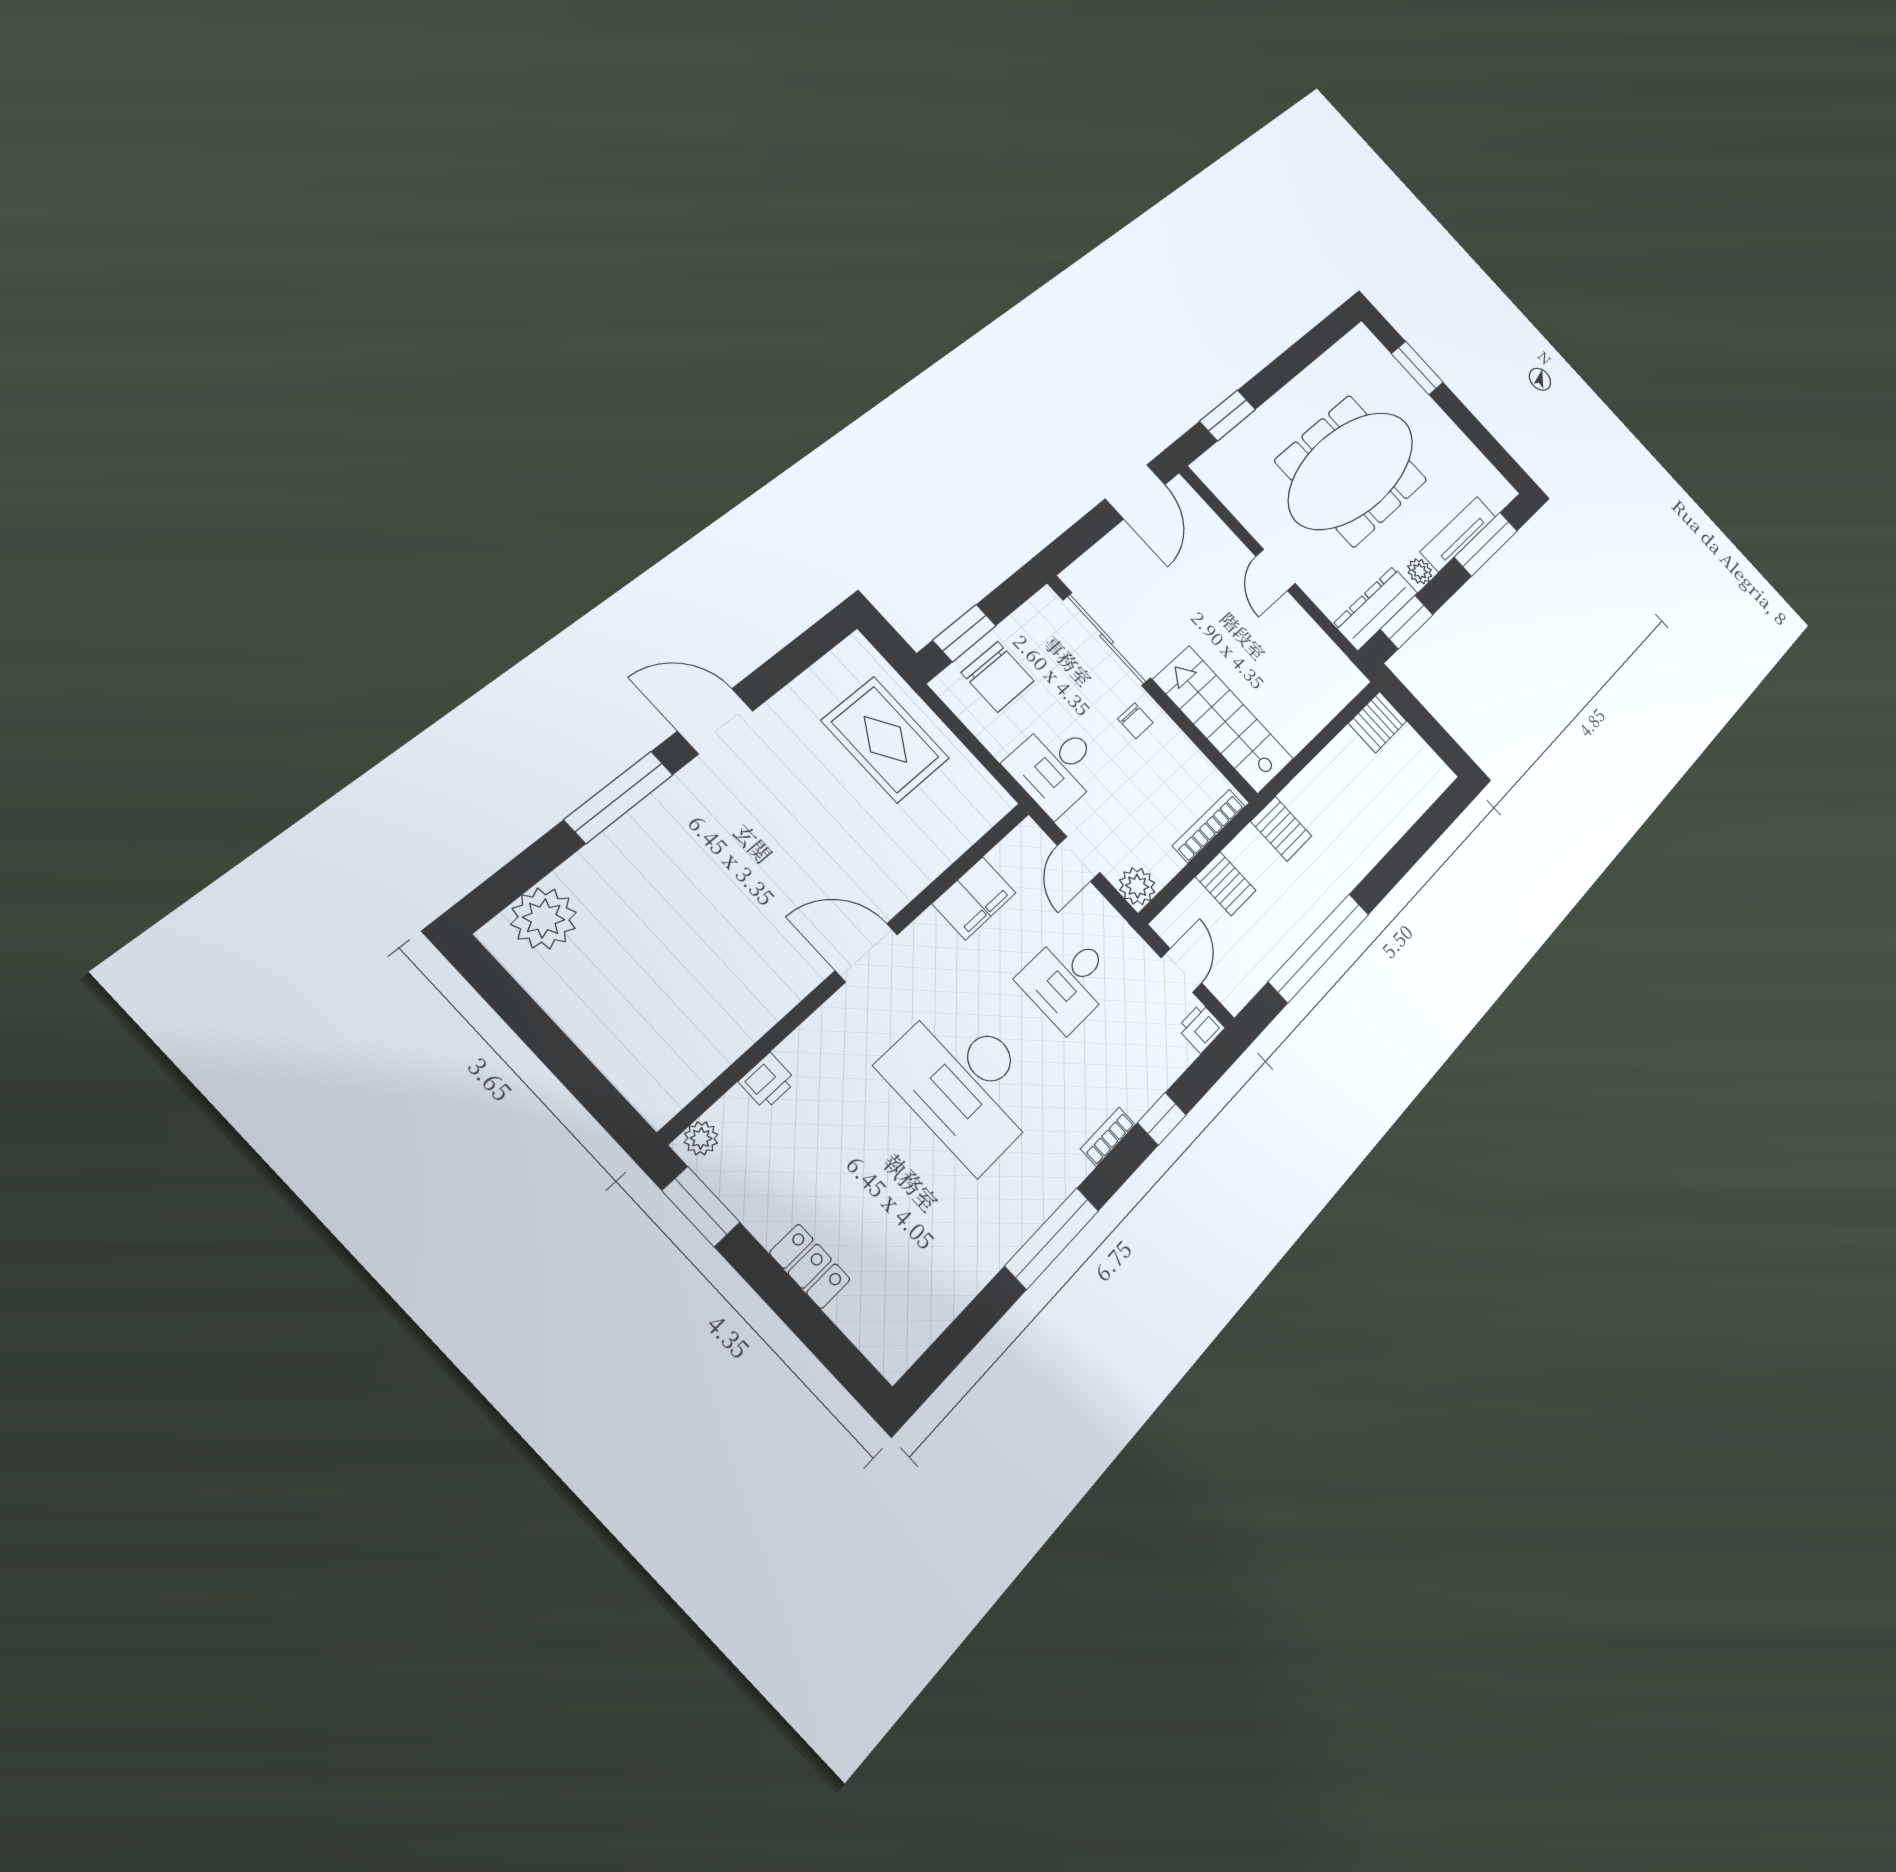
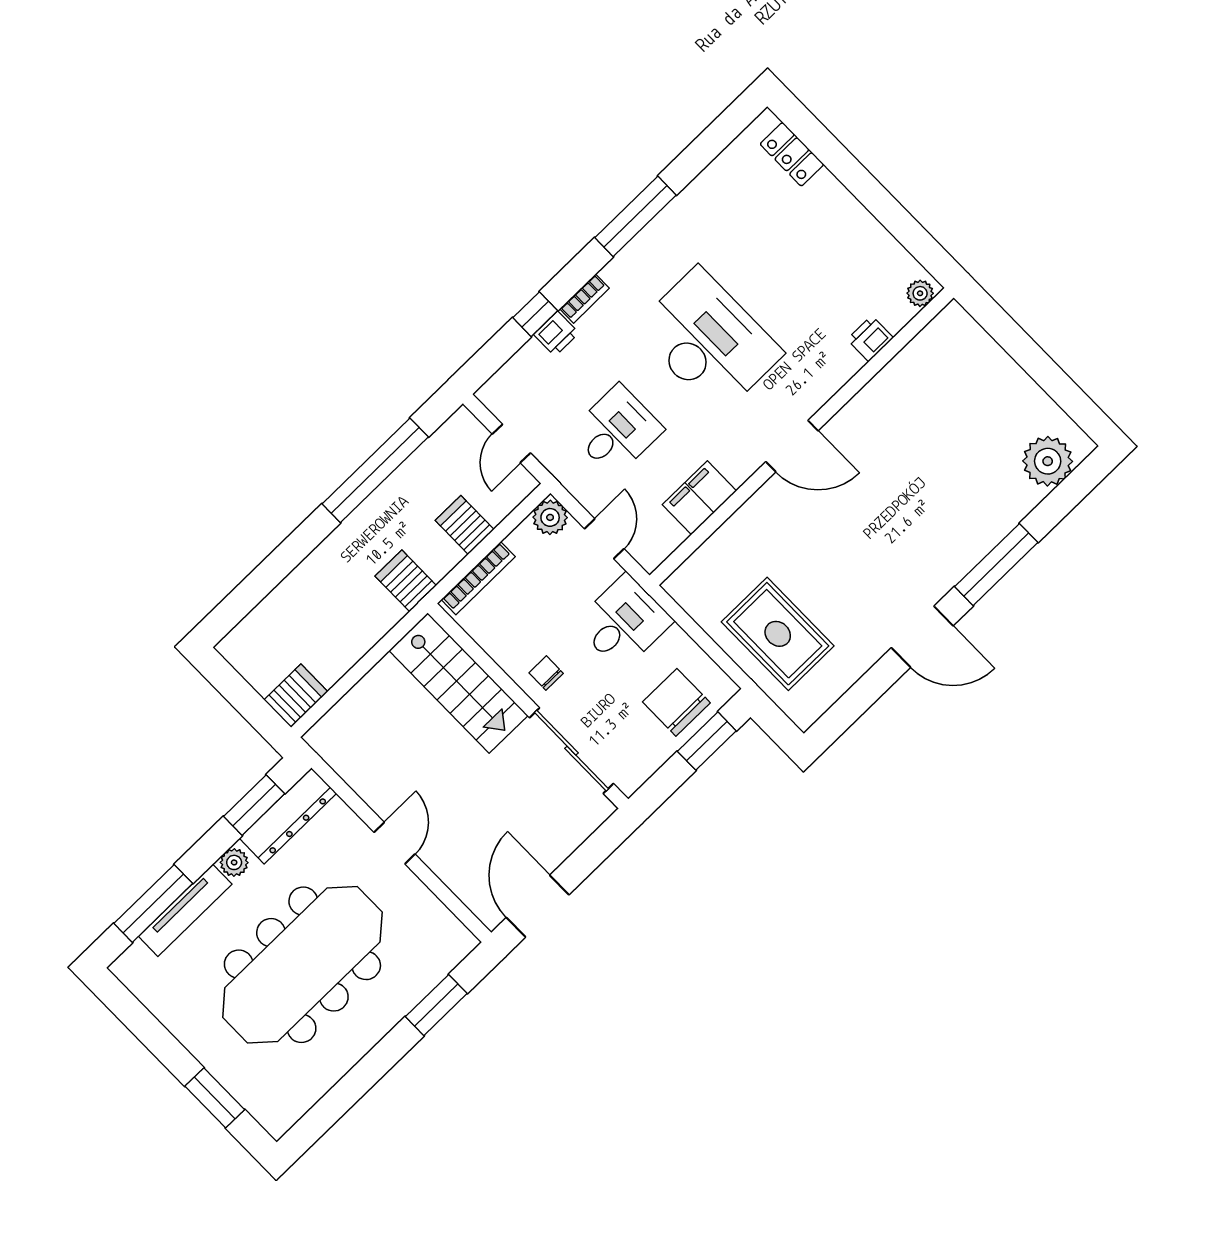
printer: (1201, 1028) -> (556, 334), moved
window: (701, 1207) -> (918, 242), removed
locker: (810, 1266) -> (792, 154), moved

